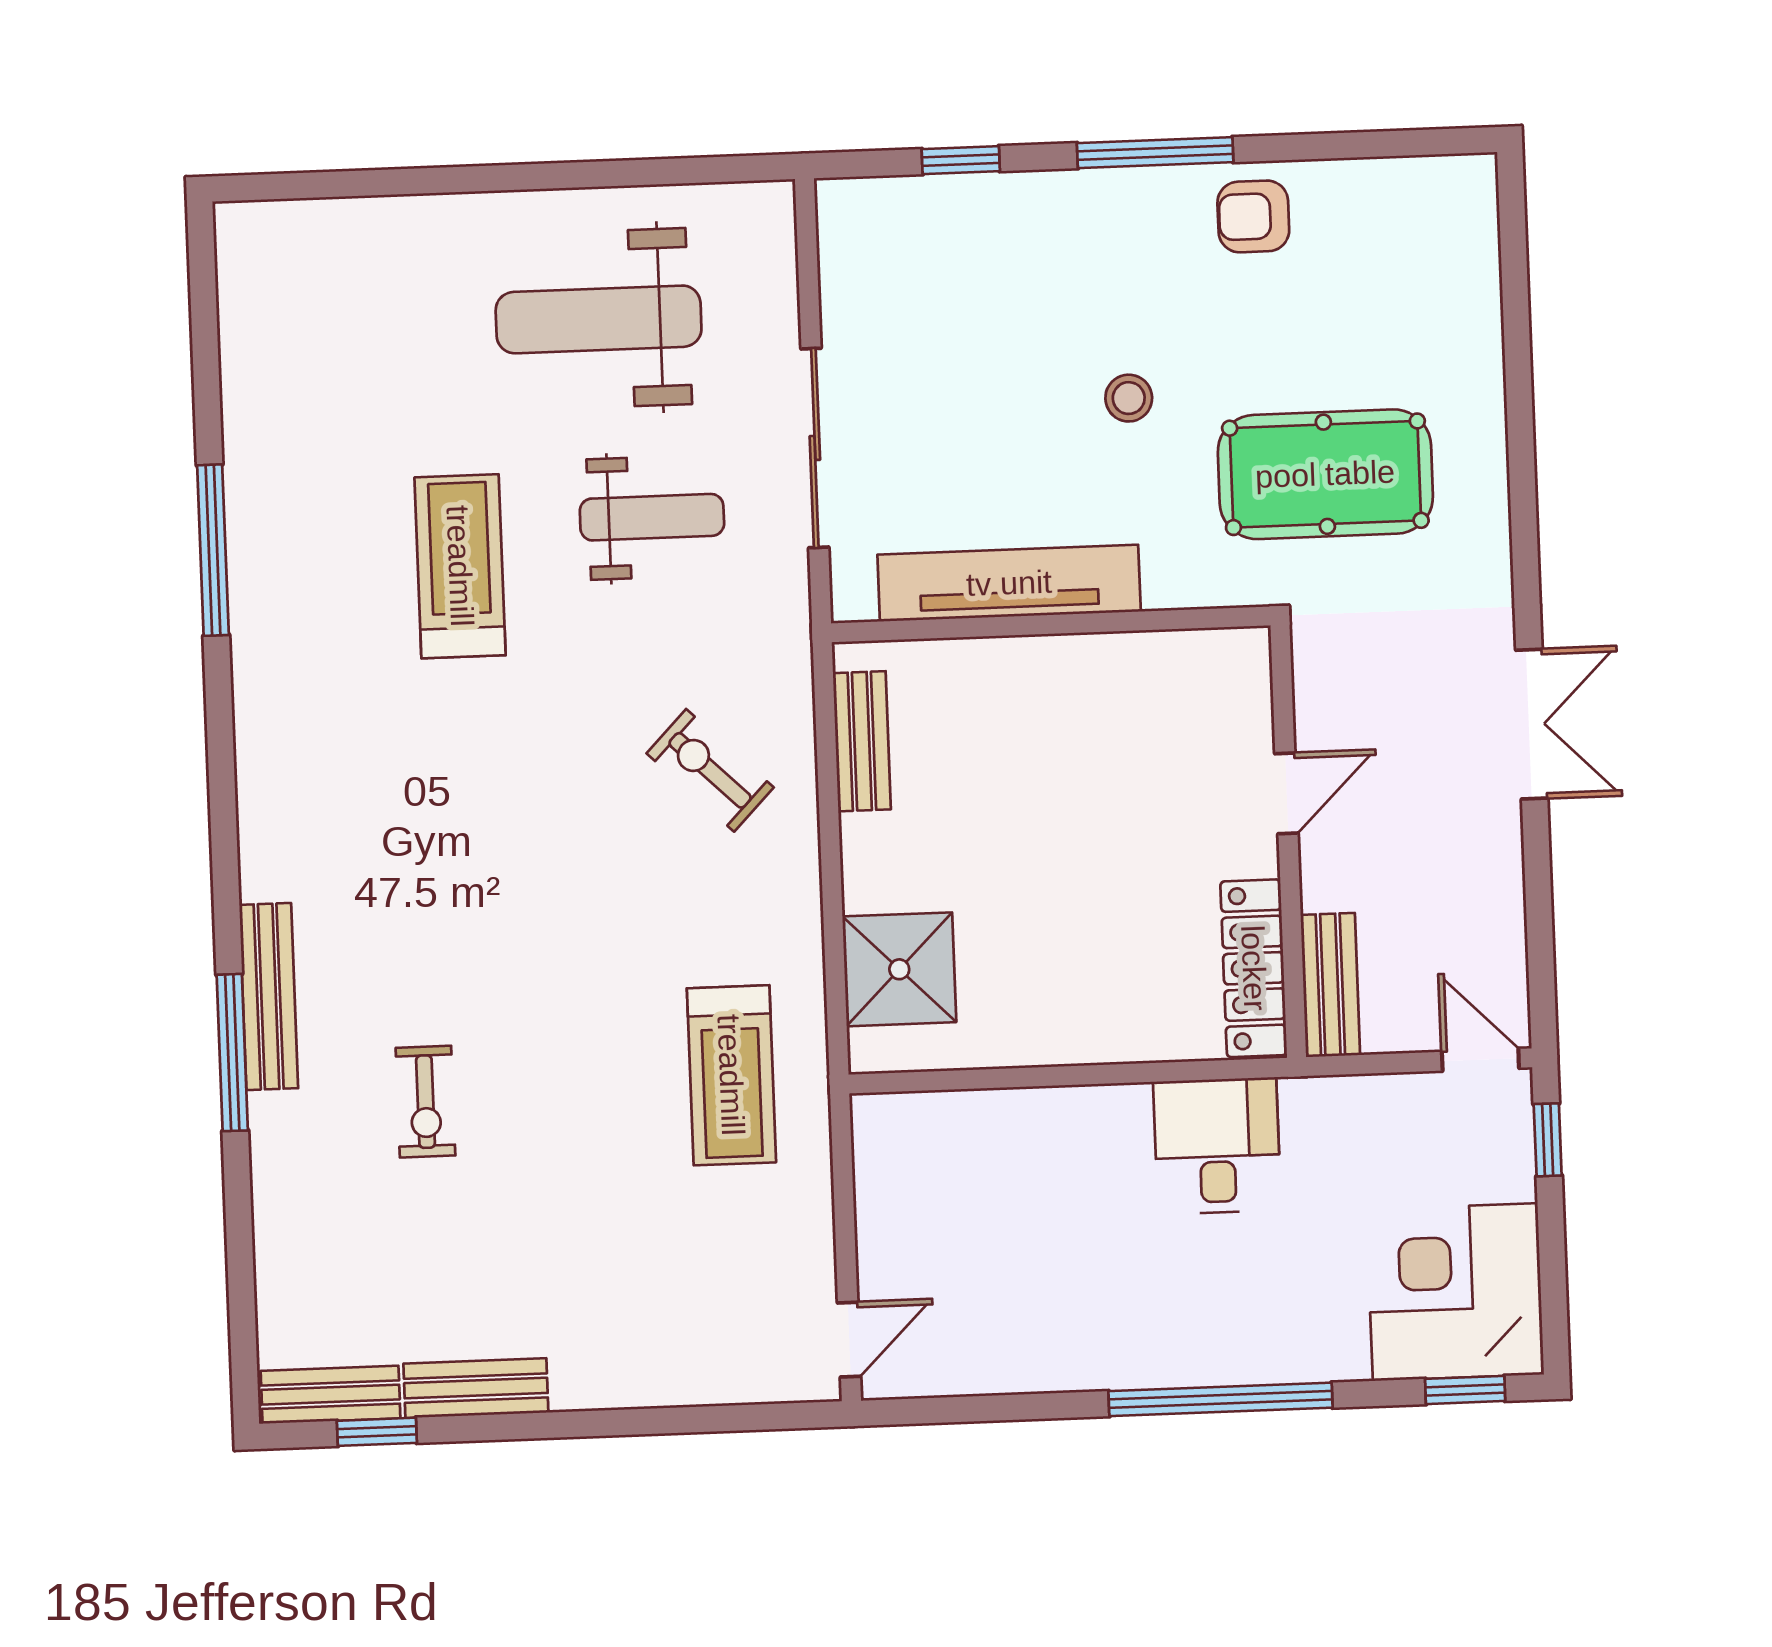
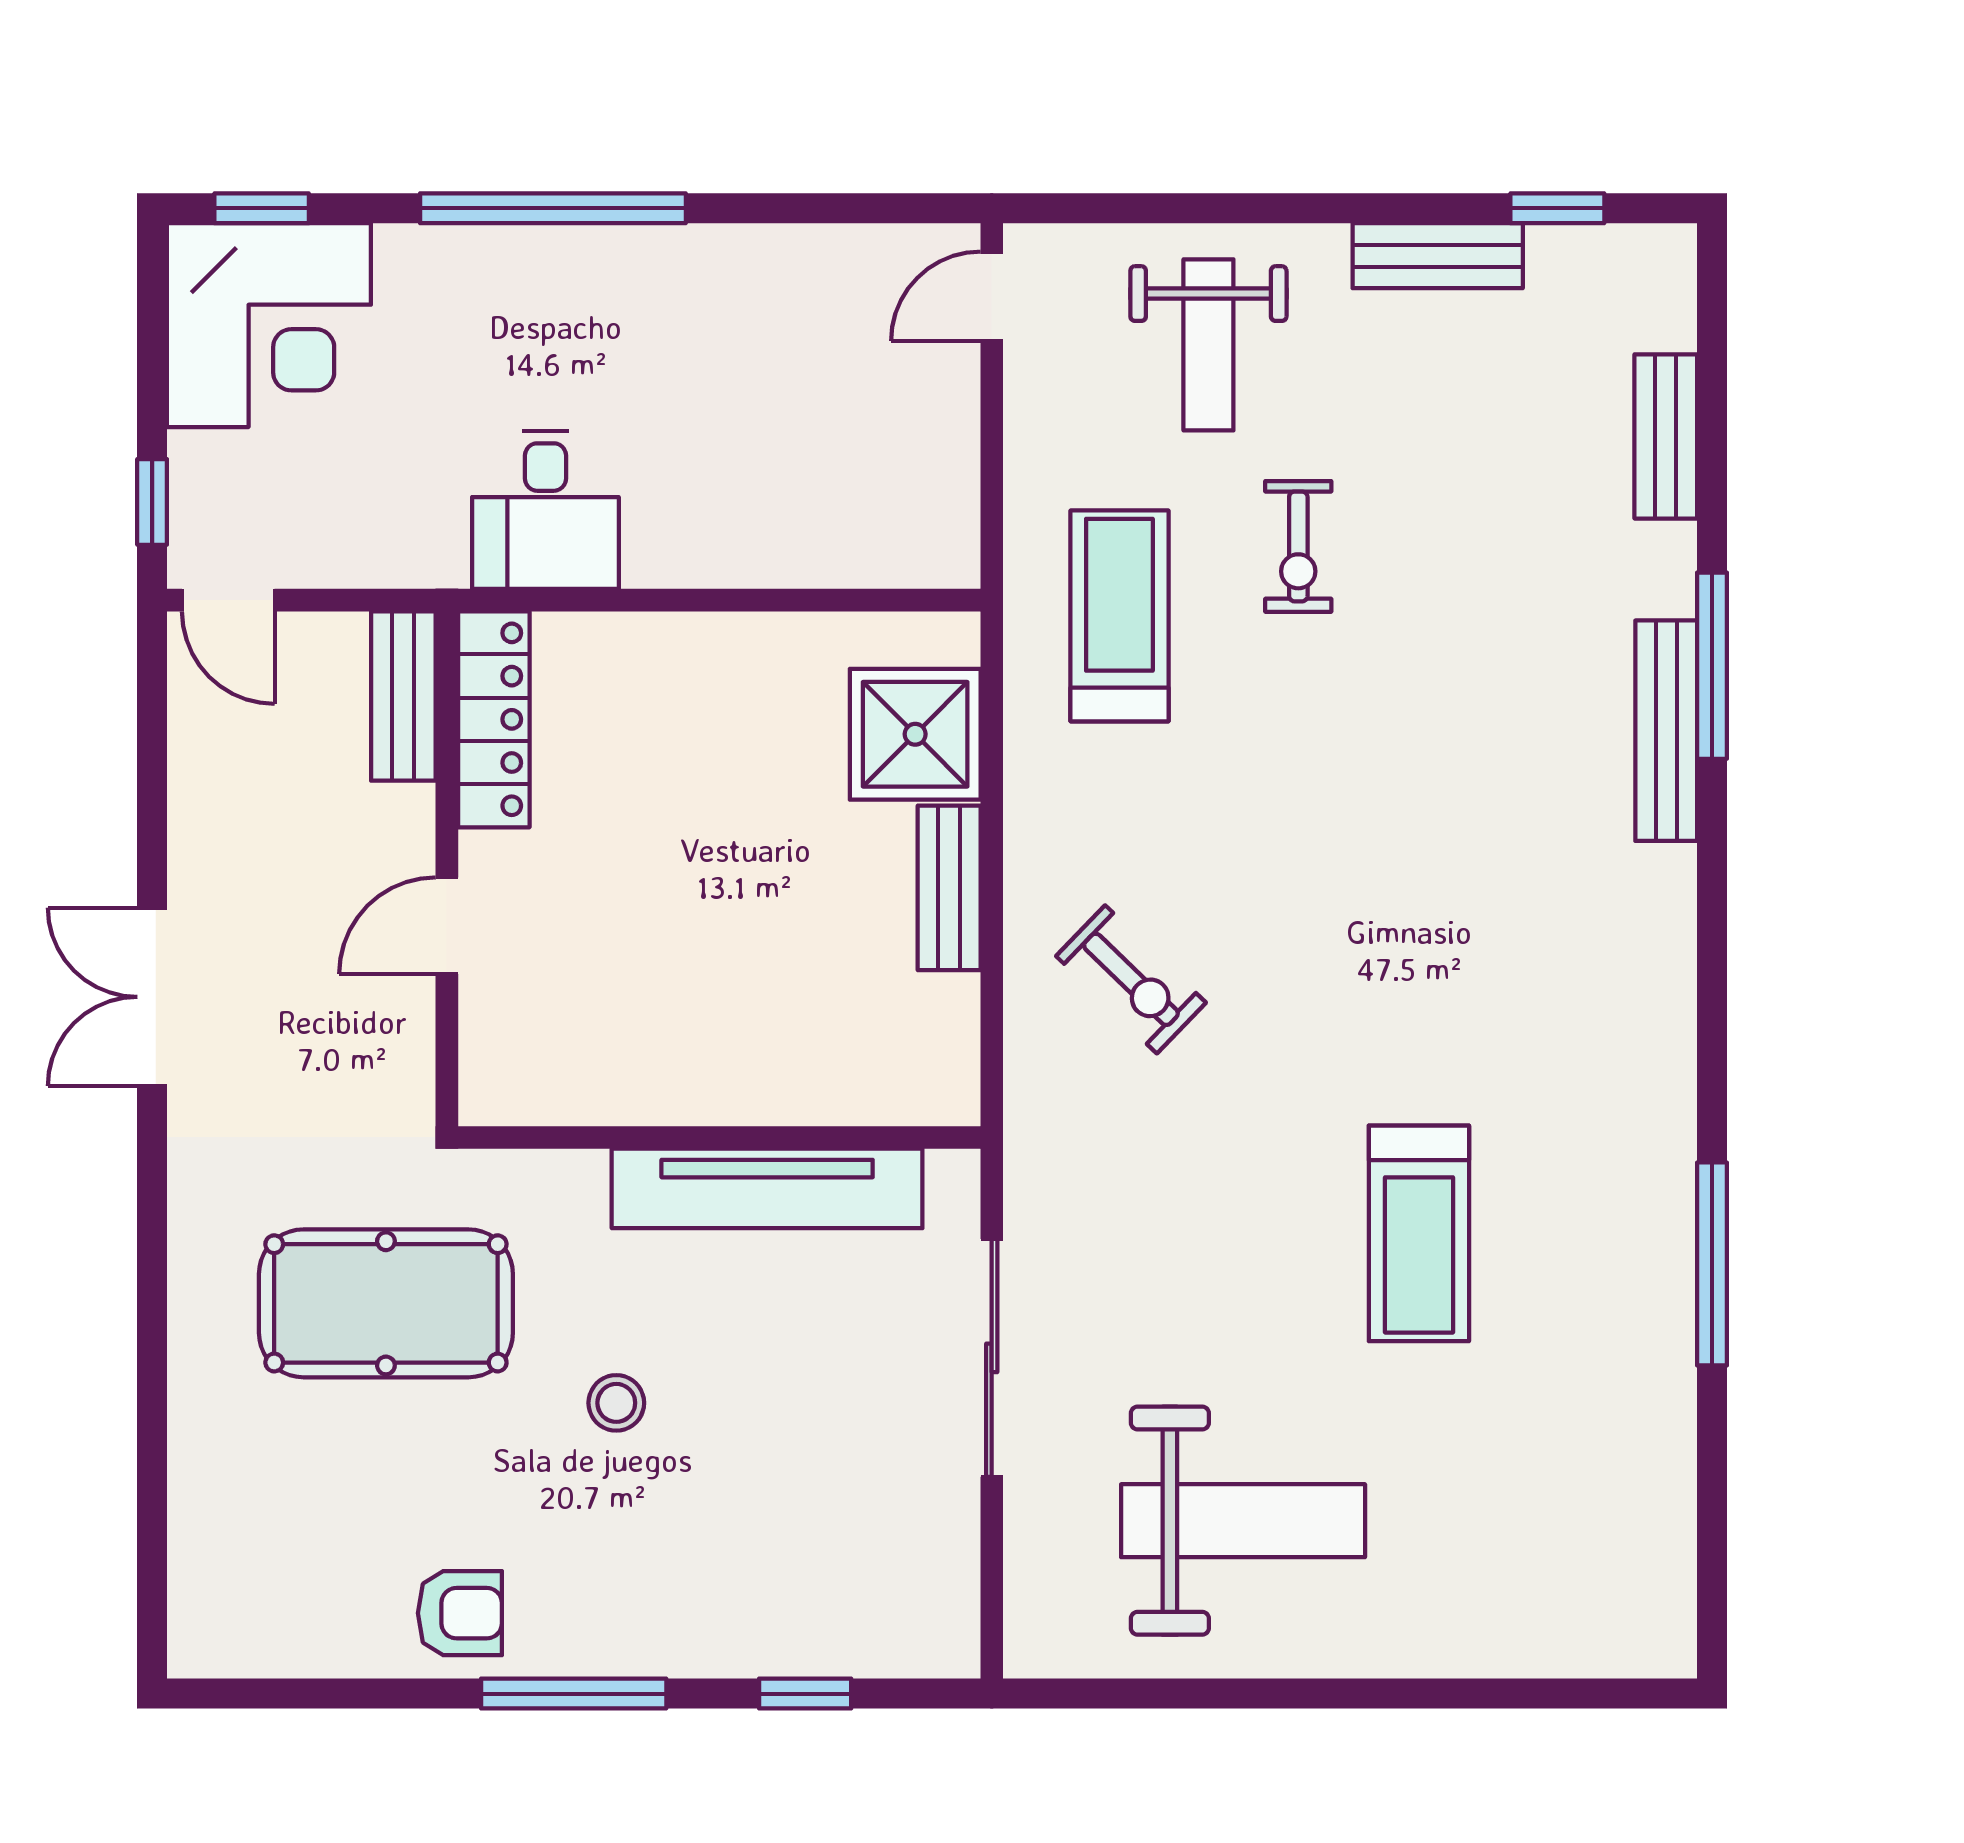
weight bench: (652, 517) -> (1208, 345), moved, turned -90
bench: (862, 741) -> (949, 888), moved
exercise bike: (426, 1102) -> (1298, 546), moved, turned 180
bench: (331, 1395) -> (1666, 436), moved, turned 90

